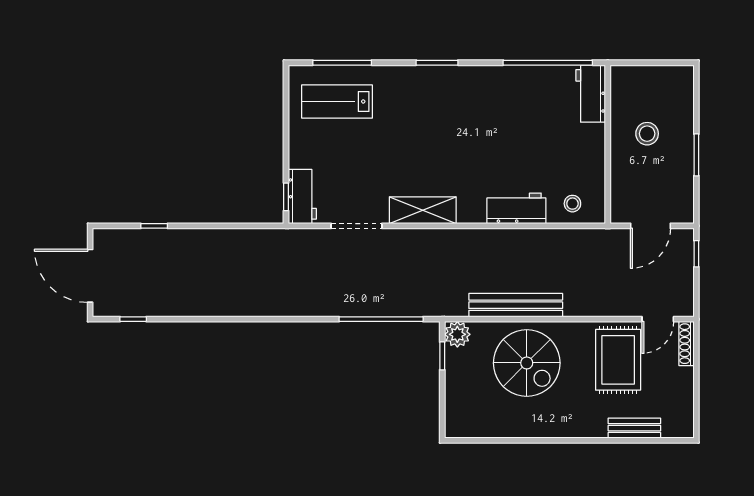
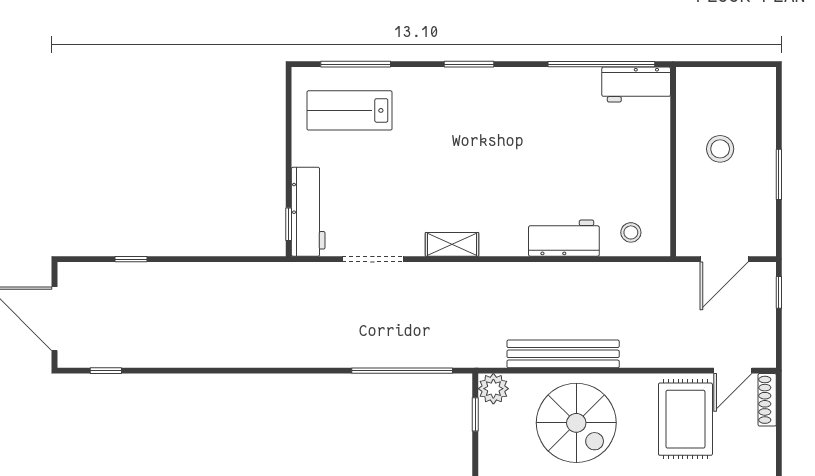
workbench: (591, 94) -> (636, 84), moved, turned -90
workbench: (302, 196) -> (308, 212), width x1.38
shelving: (423, 210) -> (452, 244), width x0.67, depth x0.75

